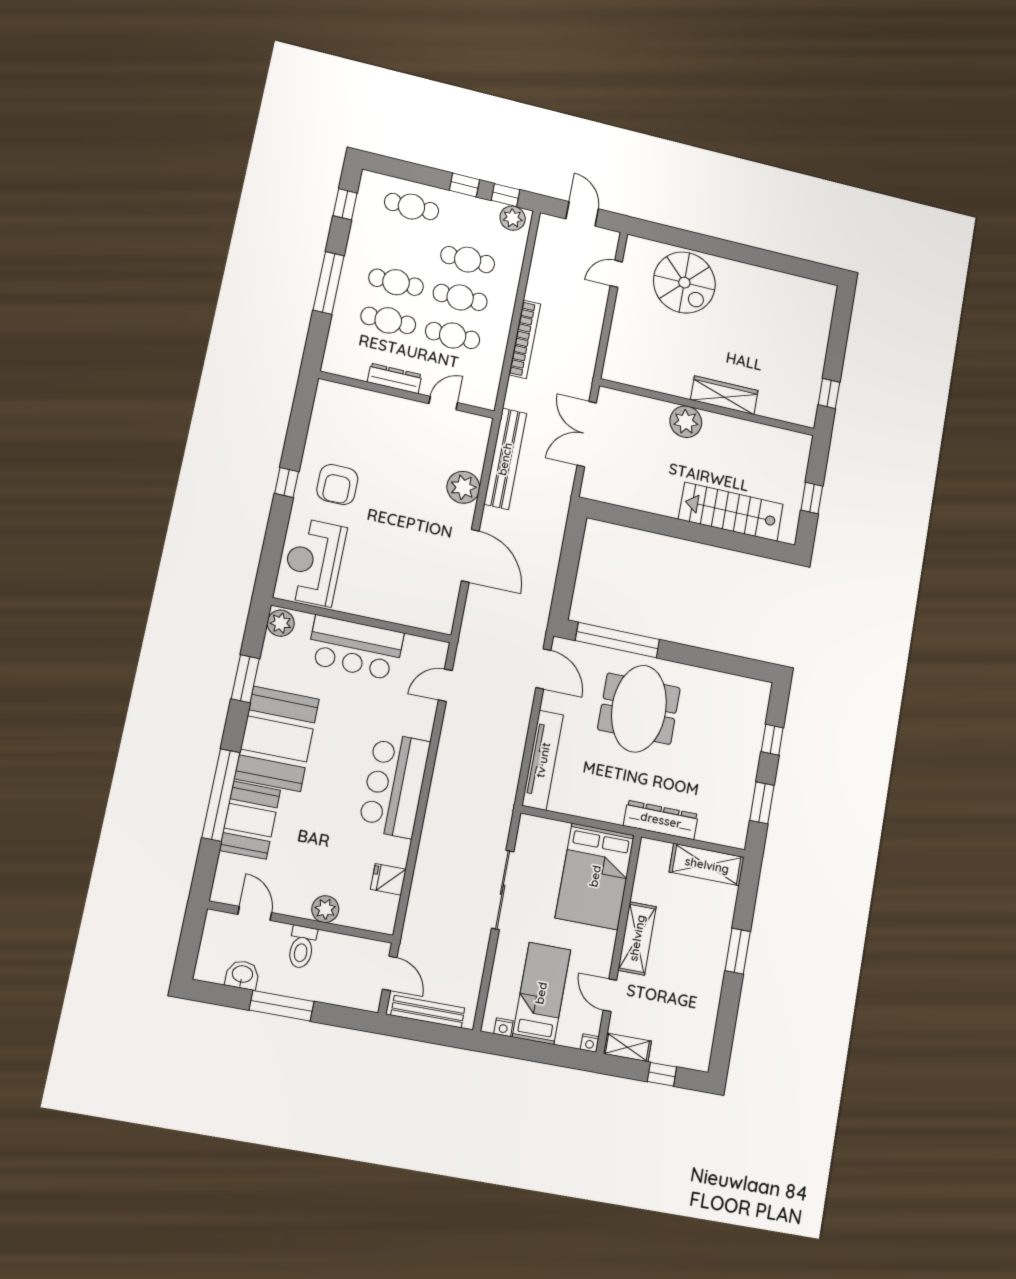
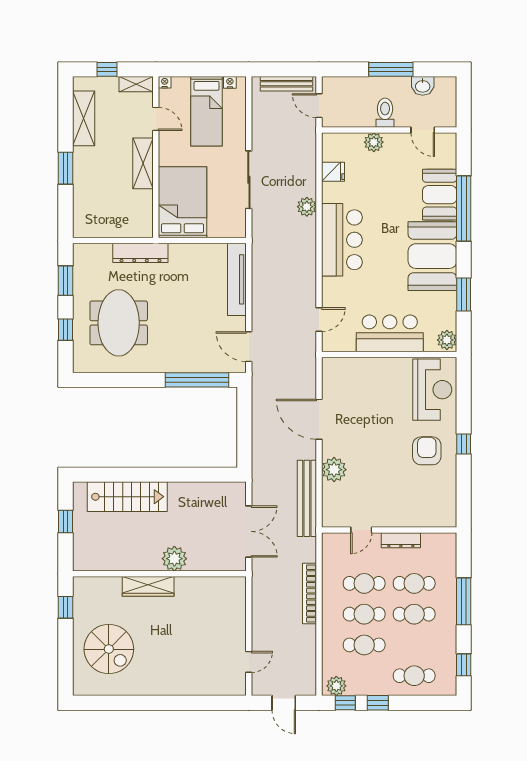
spiral stairs: (684, 283) -> (109, 649), moved, turned 180
meeting table: (639, 709) -> (119, 323), moved
plant: (433, 839) -> (307, 207), added
shelving: (707, 865) -> (84, 118), moved, turned 90

